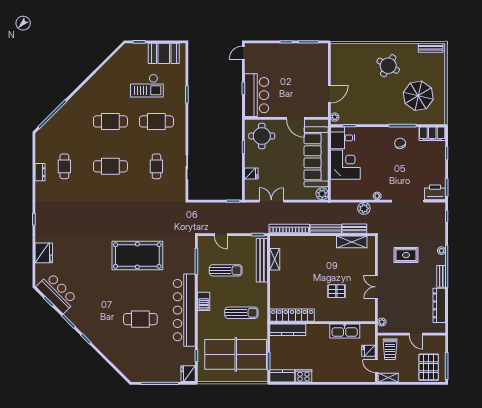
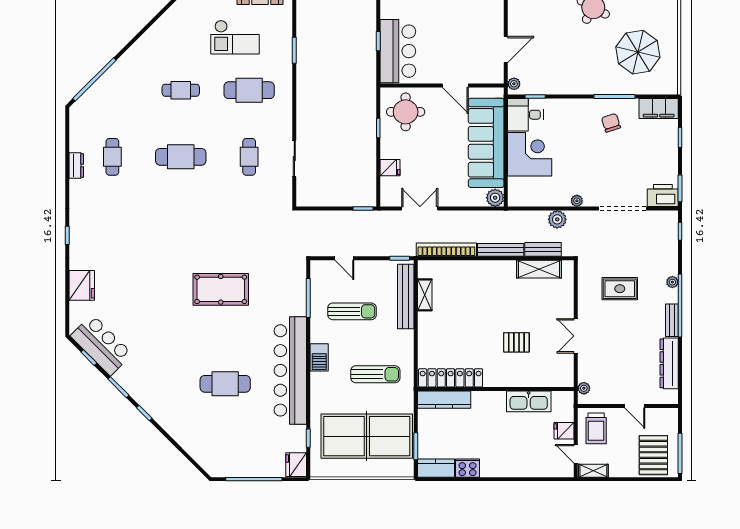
cafe table: (110, 121) -> (181, 90), width x0.73, depth x0.74
pool table: (137, 255) -> (221, 289), width x0.73, depth x0.76

